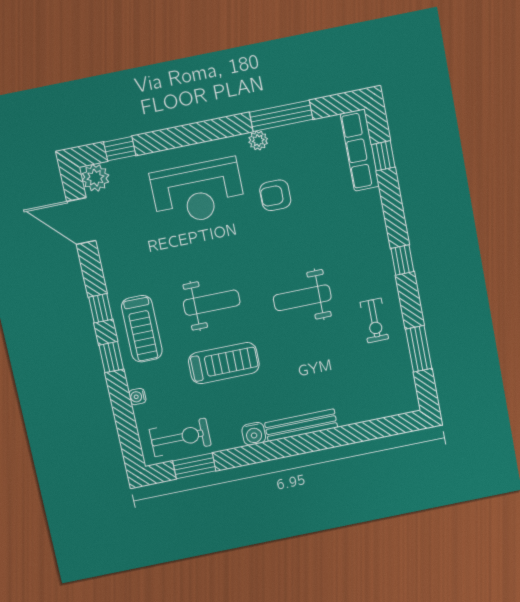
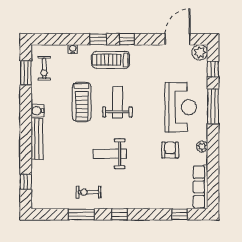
window: (281, 116) -> (213, 106), moved
row of seats: (360, 150) -> (200, 187), moved, turned -90
reception desk: (198, 192) -> (181, 107), turned 180
weight bench: (302, 298) -> (110, 154), turned -90
weight bench: (212, 303) -> (117, 102), turned 180
window: (419, 349) -> (81, 214), moved
window: (377, 429) -> (26, 182), added
exercise bike: (180, 437) -> (44, 68), width x0.73, depth x0.72

